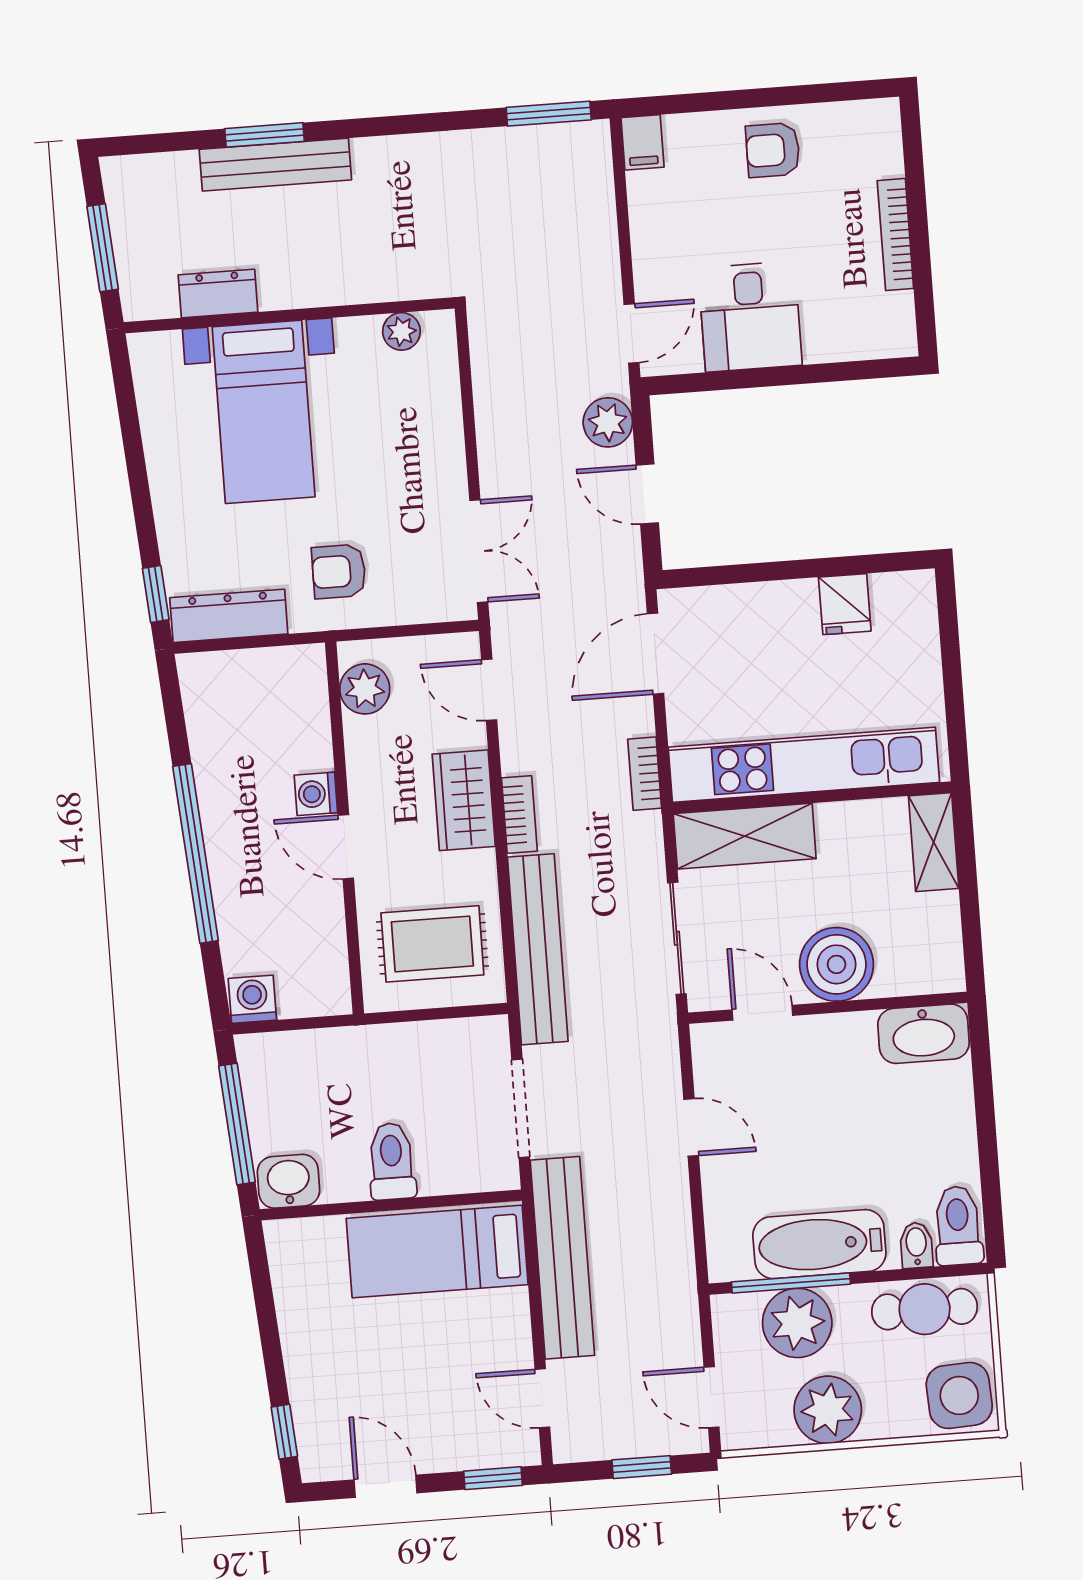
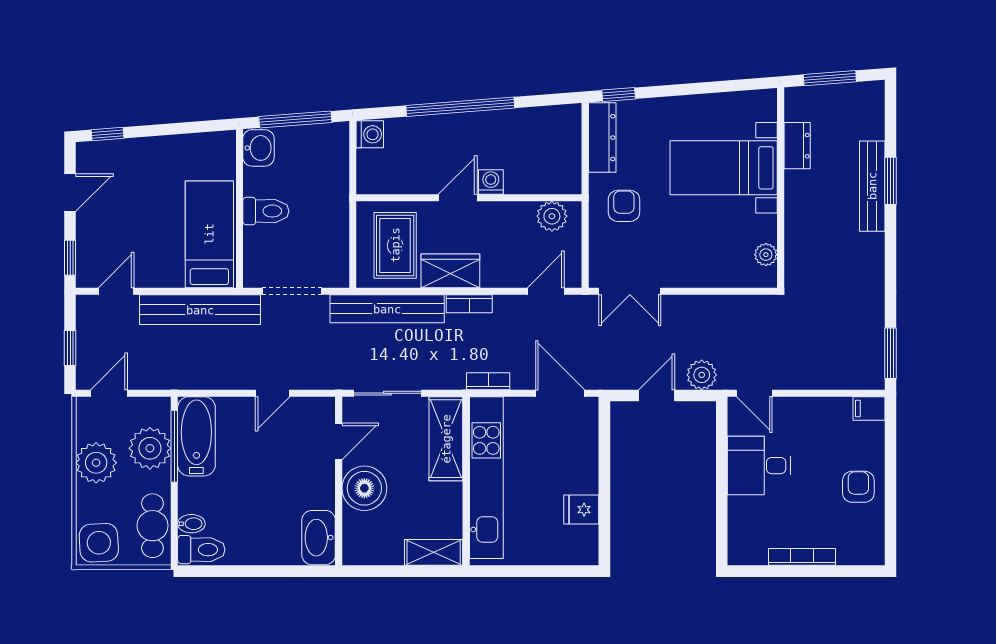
wardrobe: (464, 800) -> (450, 271), moved
bathtub: (819, 1244) -> (196, 436), moved

